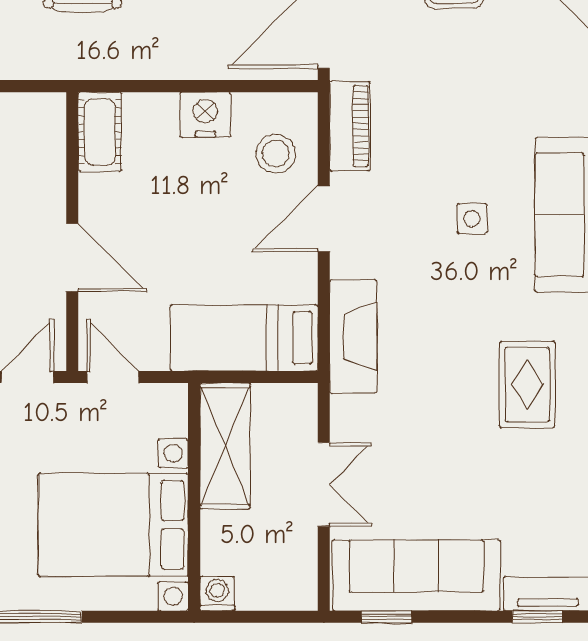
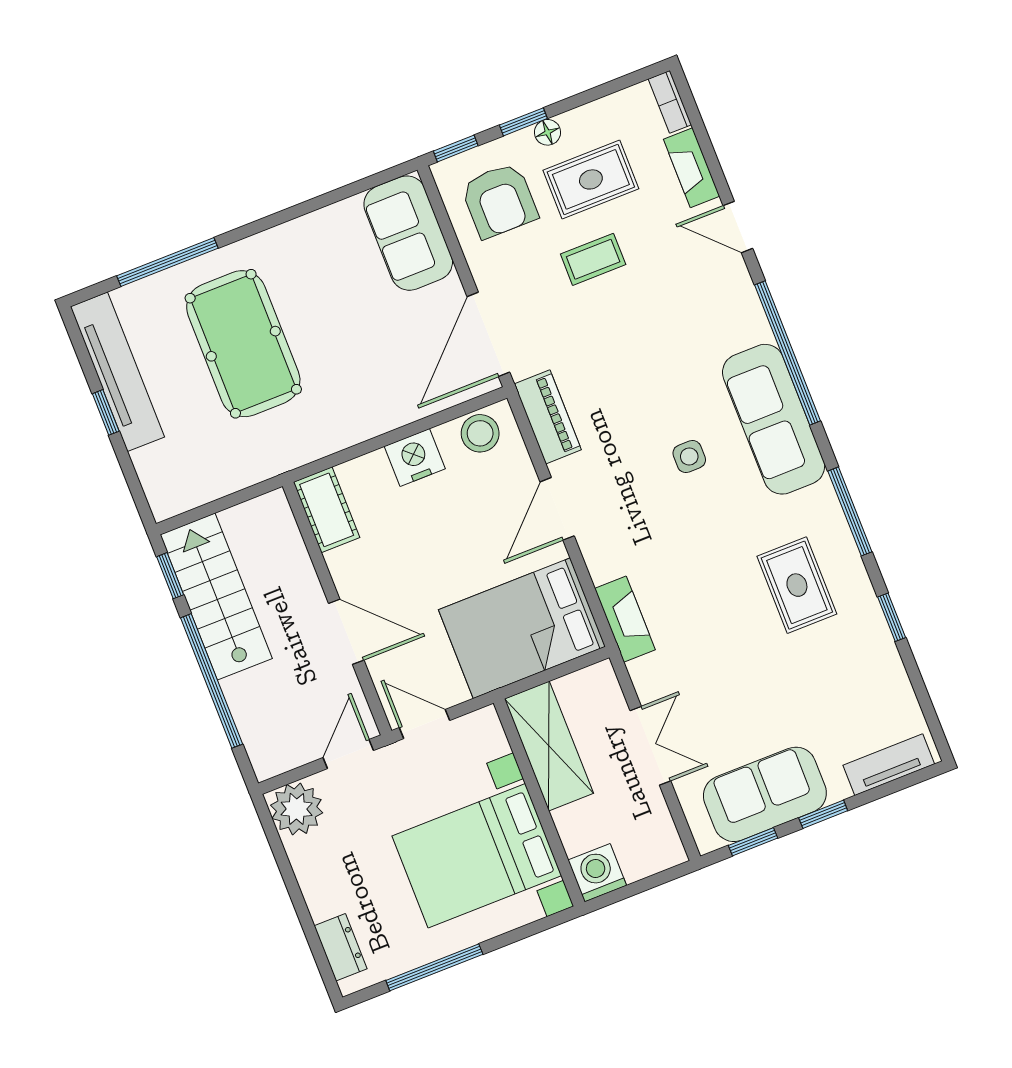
stool: (276, 154) -> (480, 433), moved
fireplace: (353, 336) -> (625, 619), width x0.73, depth x0.76
bed: (244, 338) -> (522, 628), width x1.50
sofa: (416, 575) -> (765, 794), width x0.73
washing machine: (217, 594) -> (597, 873), width x1.38, depth x1.38
window: (538, 617) -> (823, 814), moved

